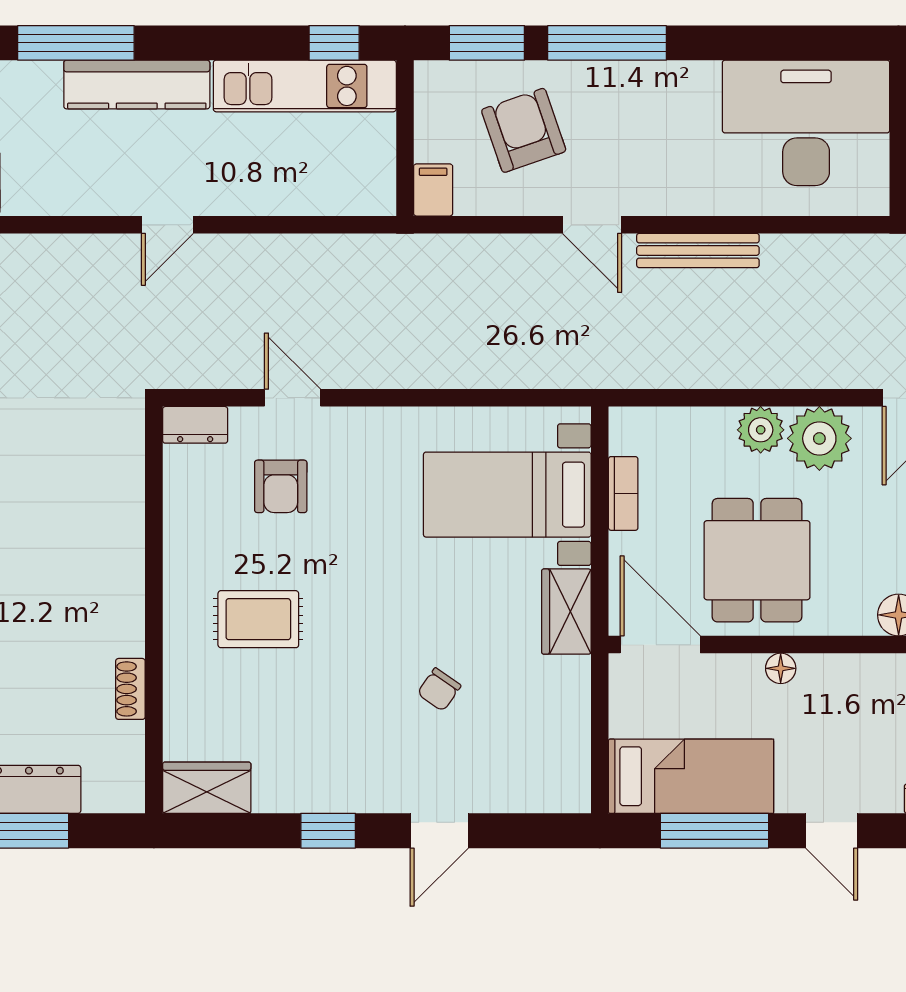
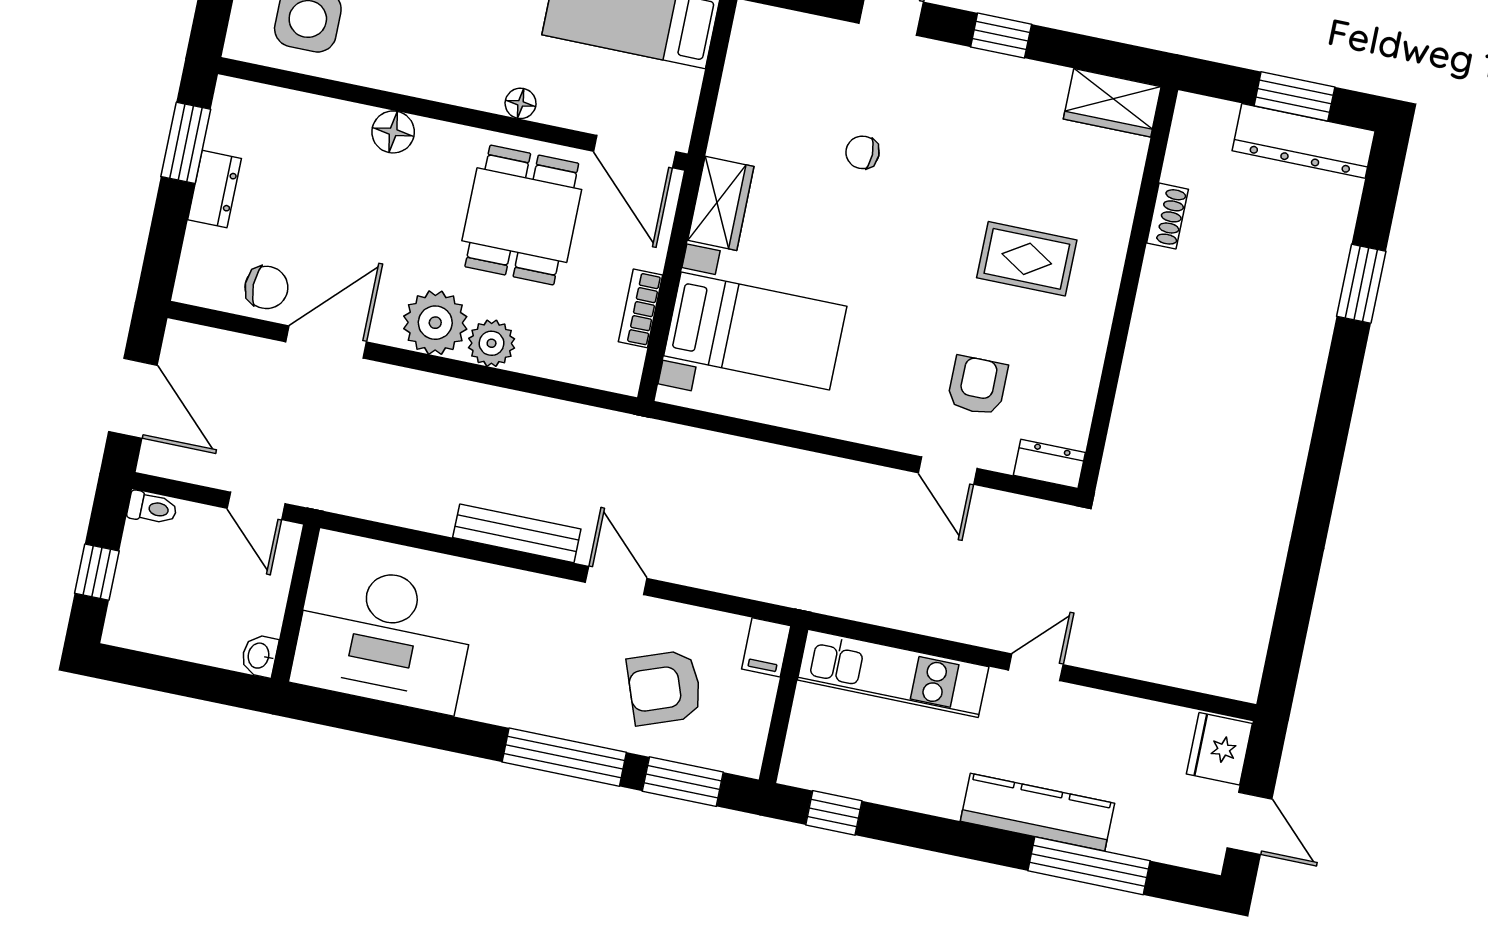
kitchen unit: (305, 86) -> (893, 673), moved, turned 180
armchair: (524, 130) -> (664, 688), turned 89
chair: (439, 689) -> (862, 152), turned -125

